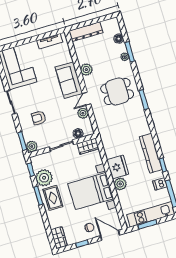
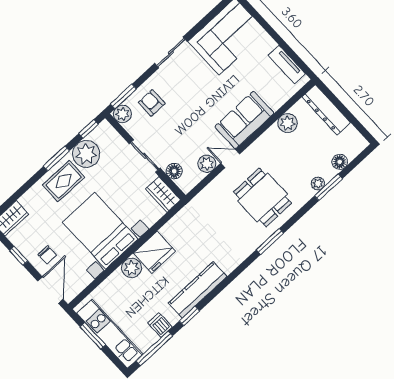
plant: (86, 70) -> (288, 123), moved
armchair: (39, 118) -> (152, 103), moved

